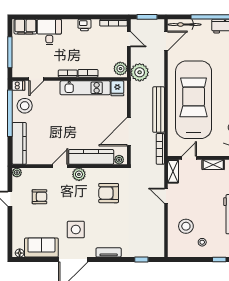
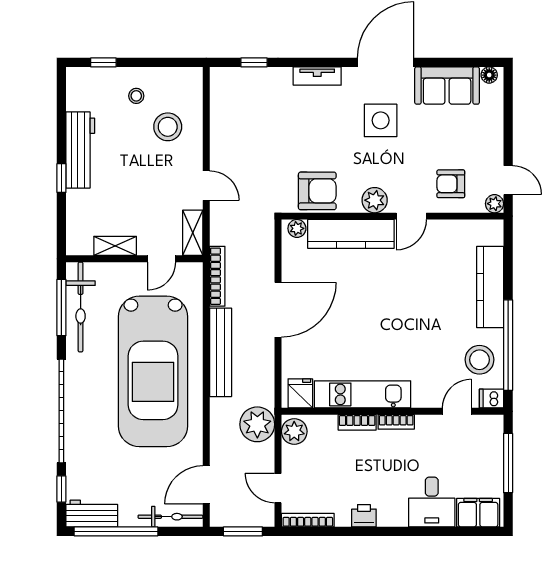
kitchen counter: (91, 157) -> (351, 234), moved
plant: (119, 160) -> (297, 228), moved
door: (60, 166) -> (411, 216), moved
wall: (70, 166) -> (392, 216), moved
plant: (17, 173) -> (494, 204), moved
plant: (79, 174) -> (375, 200), moved

